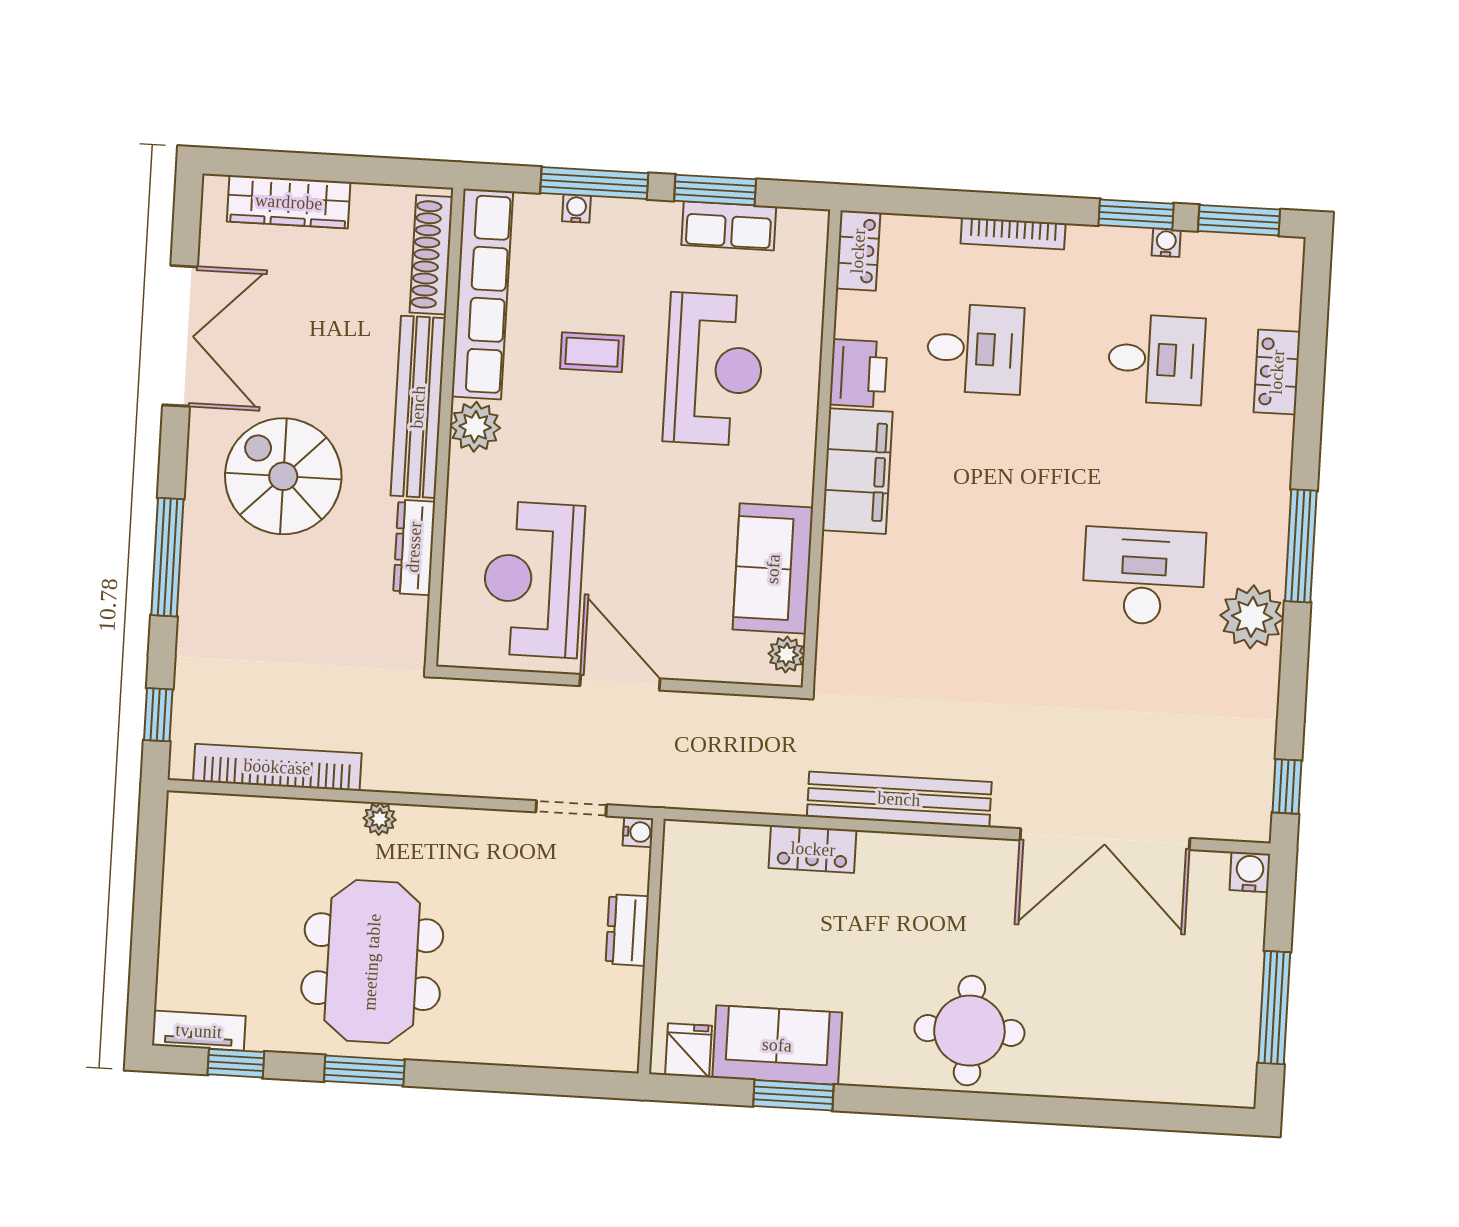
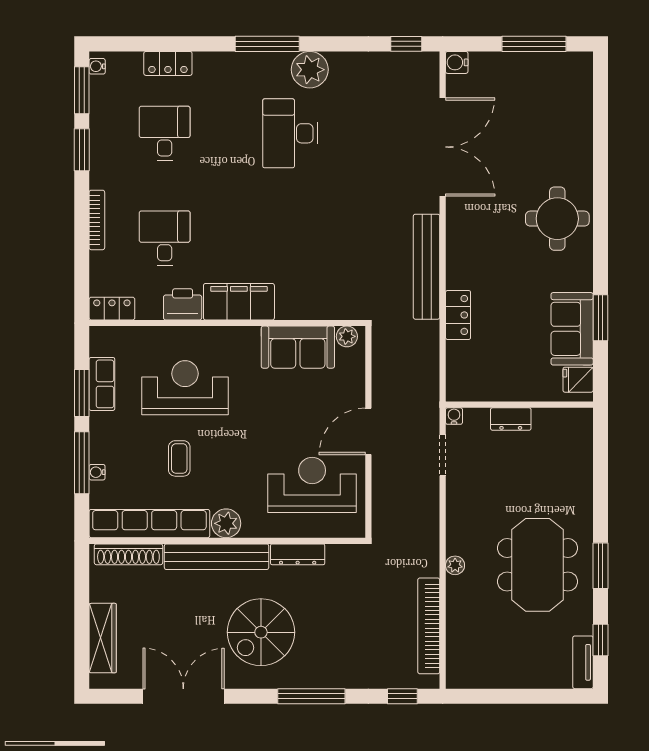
water cooler: (1166, 243) -> (97, 66), moved
reception desk: (533, 579) -> (312, 485), turned 180
meeting table: (372, 962) -> (537, 565), turned 90

